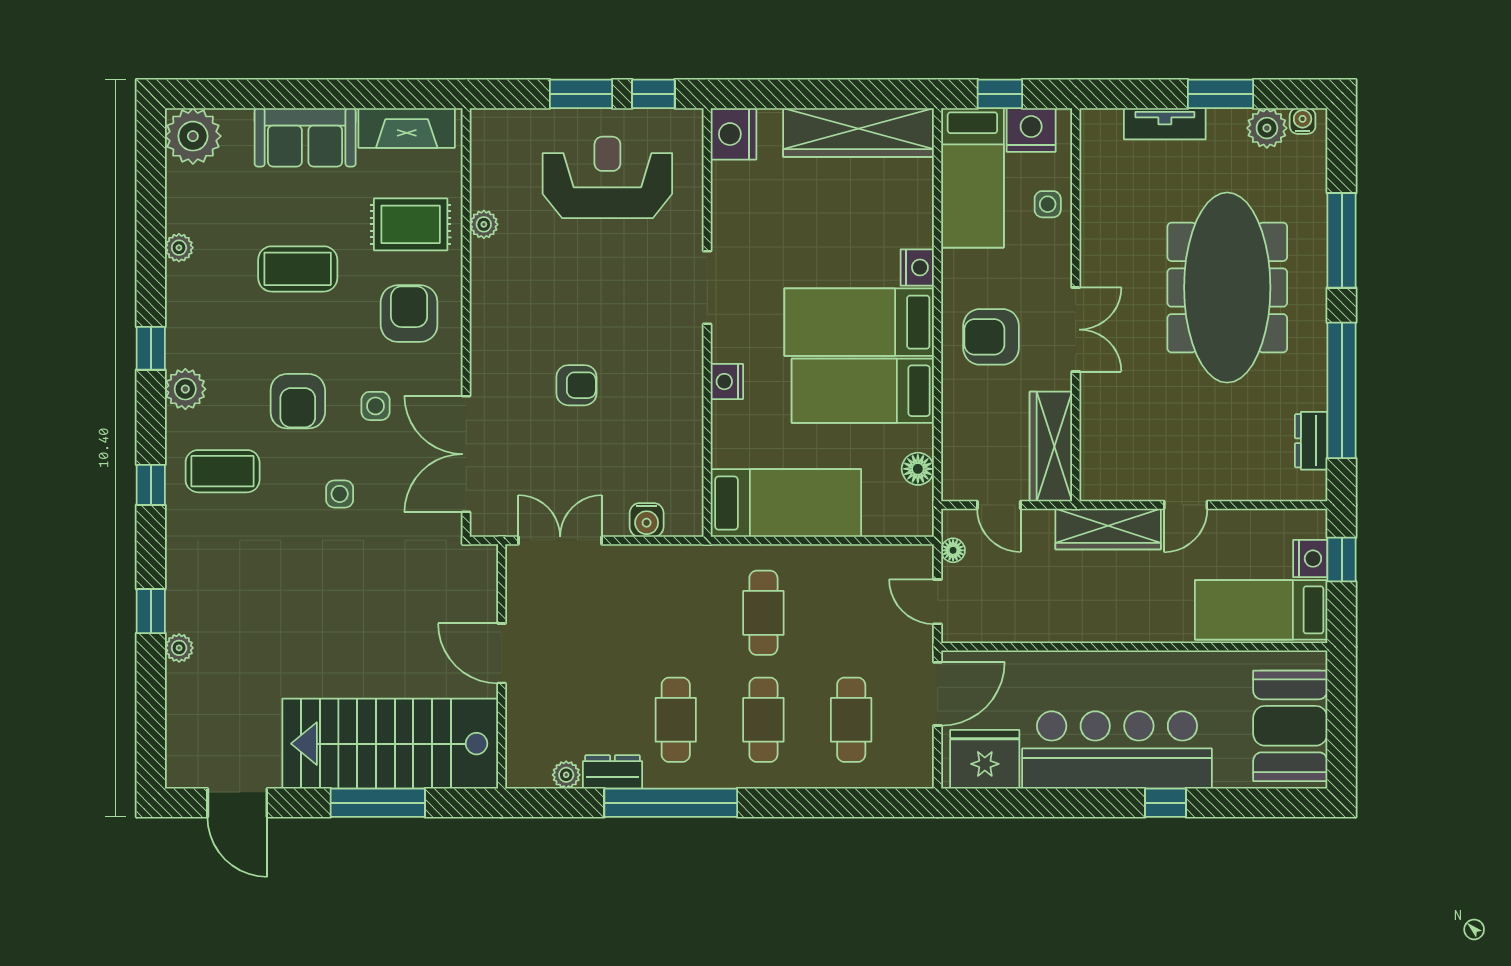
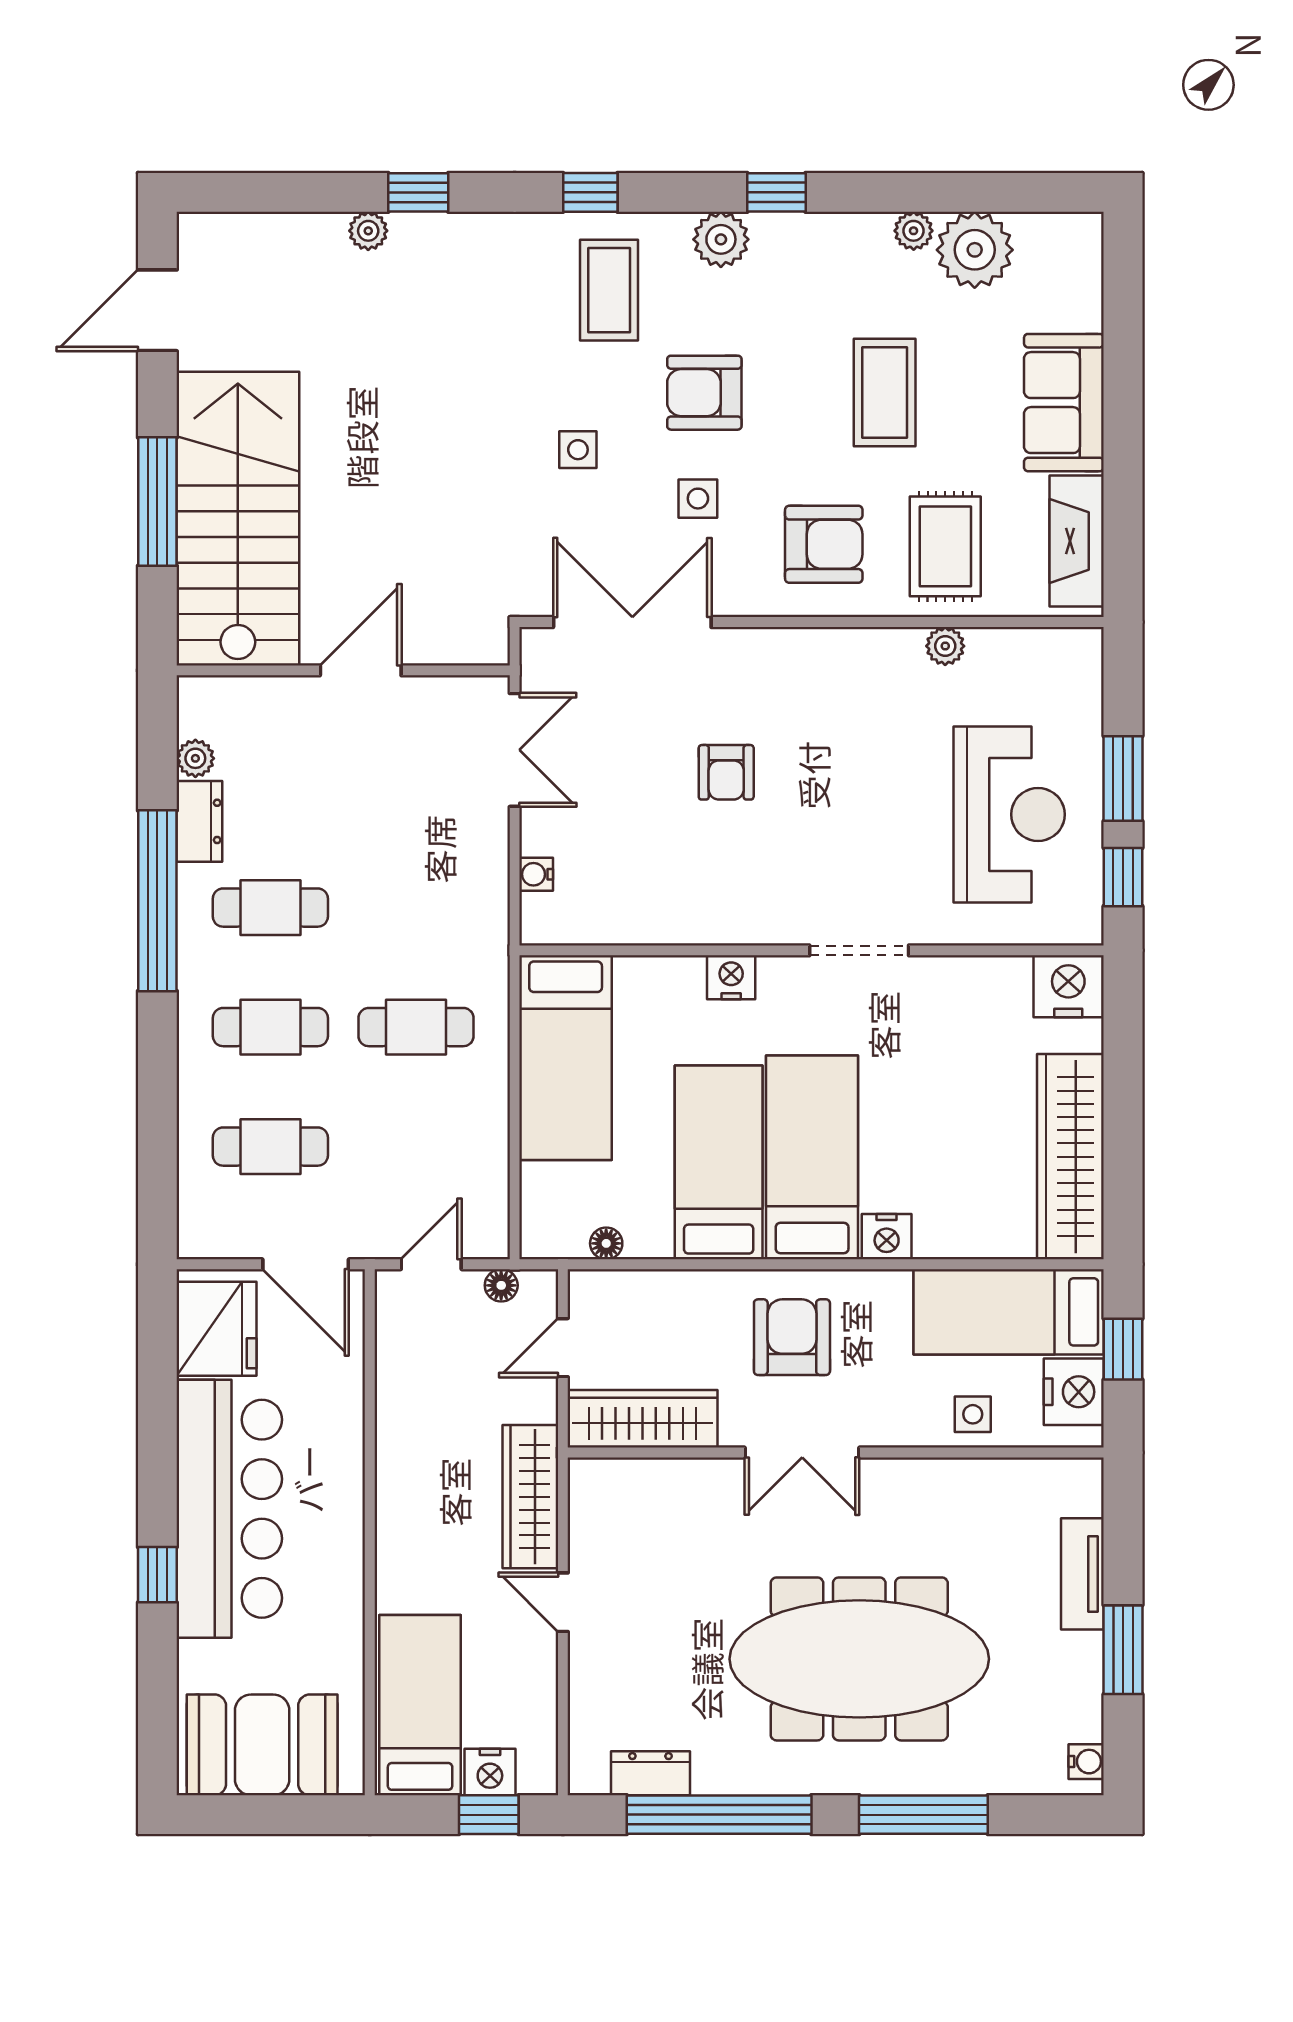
plant: (1267, 128) -> (1076, 1713), removed
plant: (193, 136) -> (975, 250), moved
floor lamp: (918, 469) -> (606, 1243), width x0.73, depth x0.73
water cooler: (647, 520) -> (536, 874), width x0.72, depth x0.72

